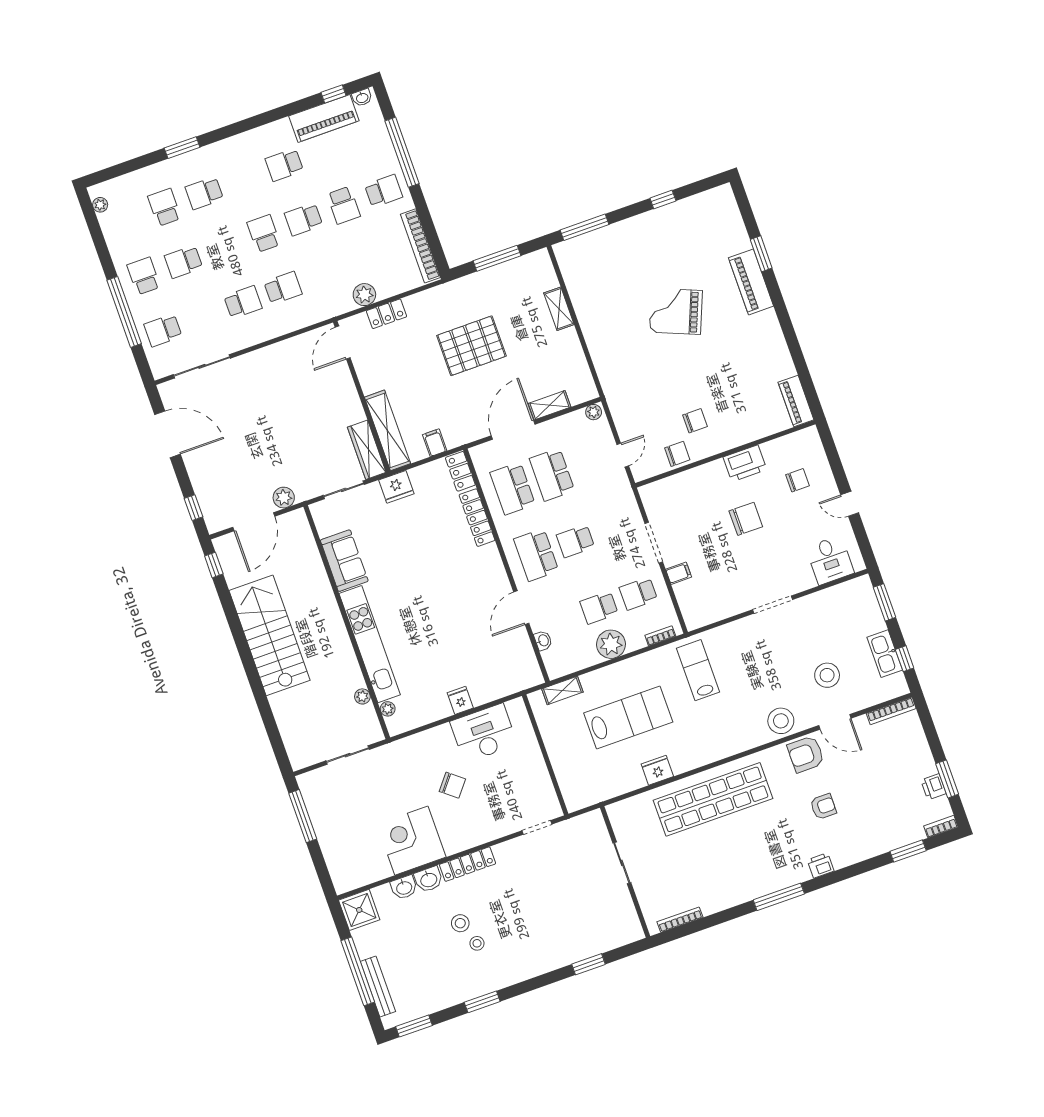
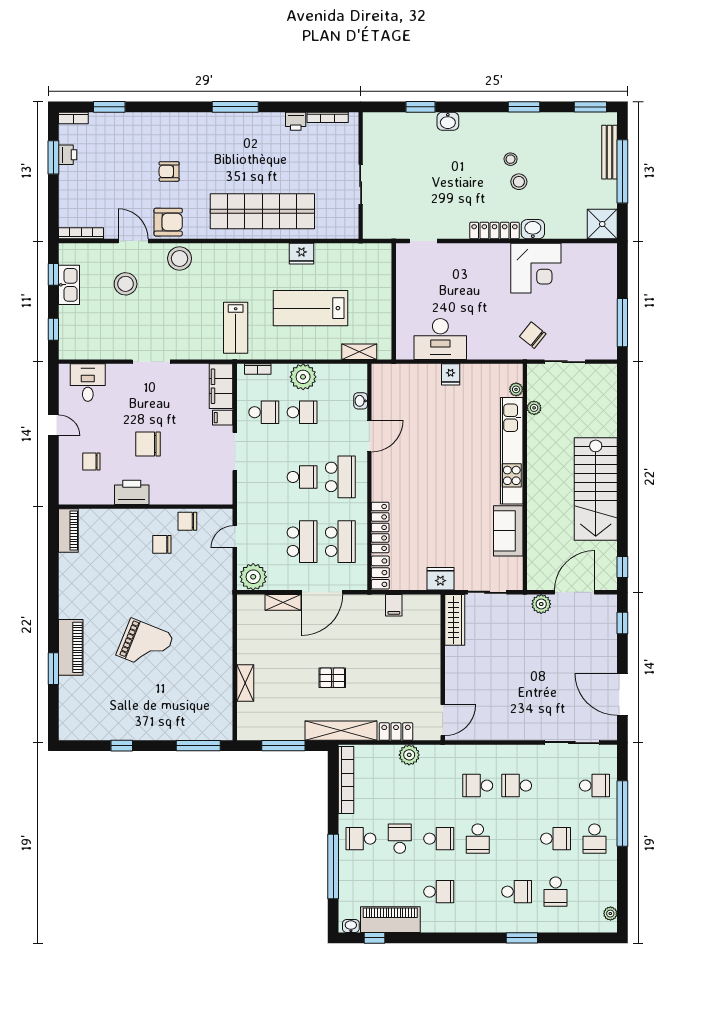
pallet: (471, 346) -> (332, 678), width x0.49, depth x0.50
plant: (594, 412) -> (253, 577), width x1.87, depth x1.87
shelving: (387, 430) -> (341, 731), moved, turned 90
window: (885, 602) -> (53, 329), width x0.67
filing cabinet: (692, 605) -> (221, 386), added
chair: (452, 785) -> (533, 335), moved
printer: (821, 865) -> (296, 121), moved
washbasin: (404, 887) -> (448, 121), moved, turned 180

